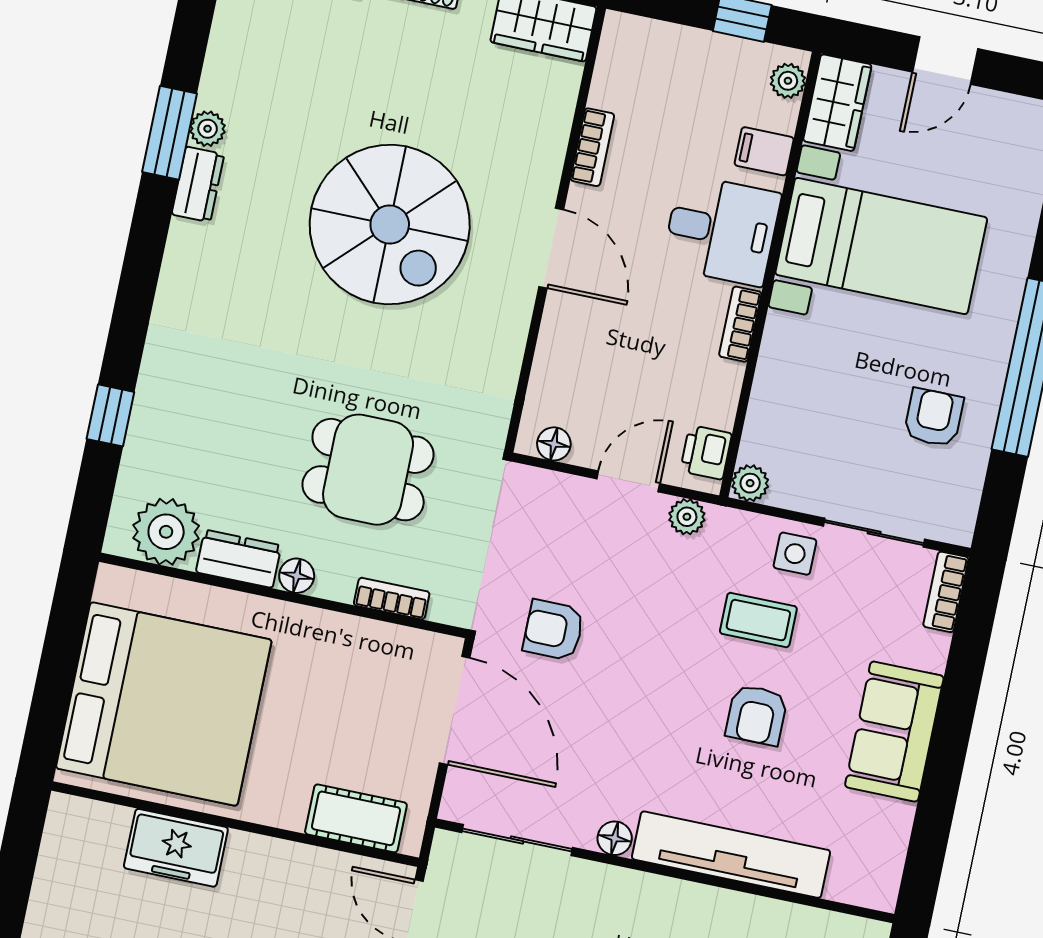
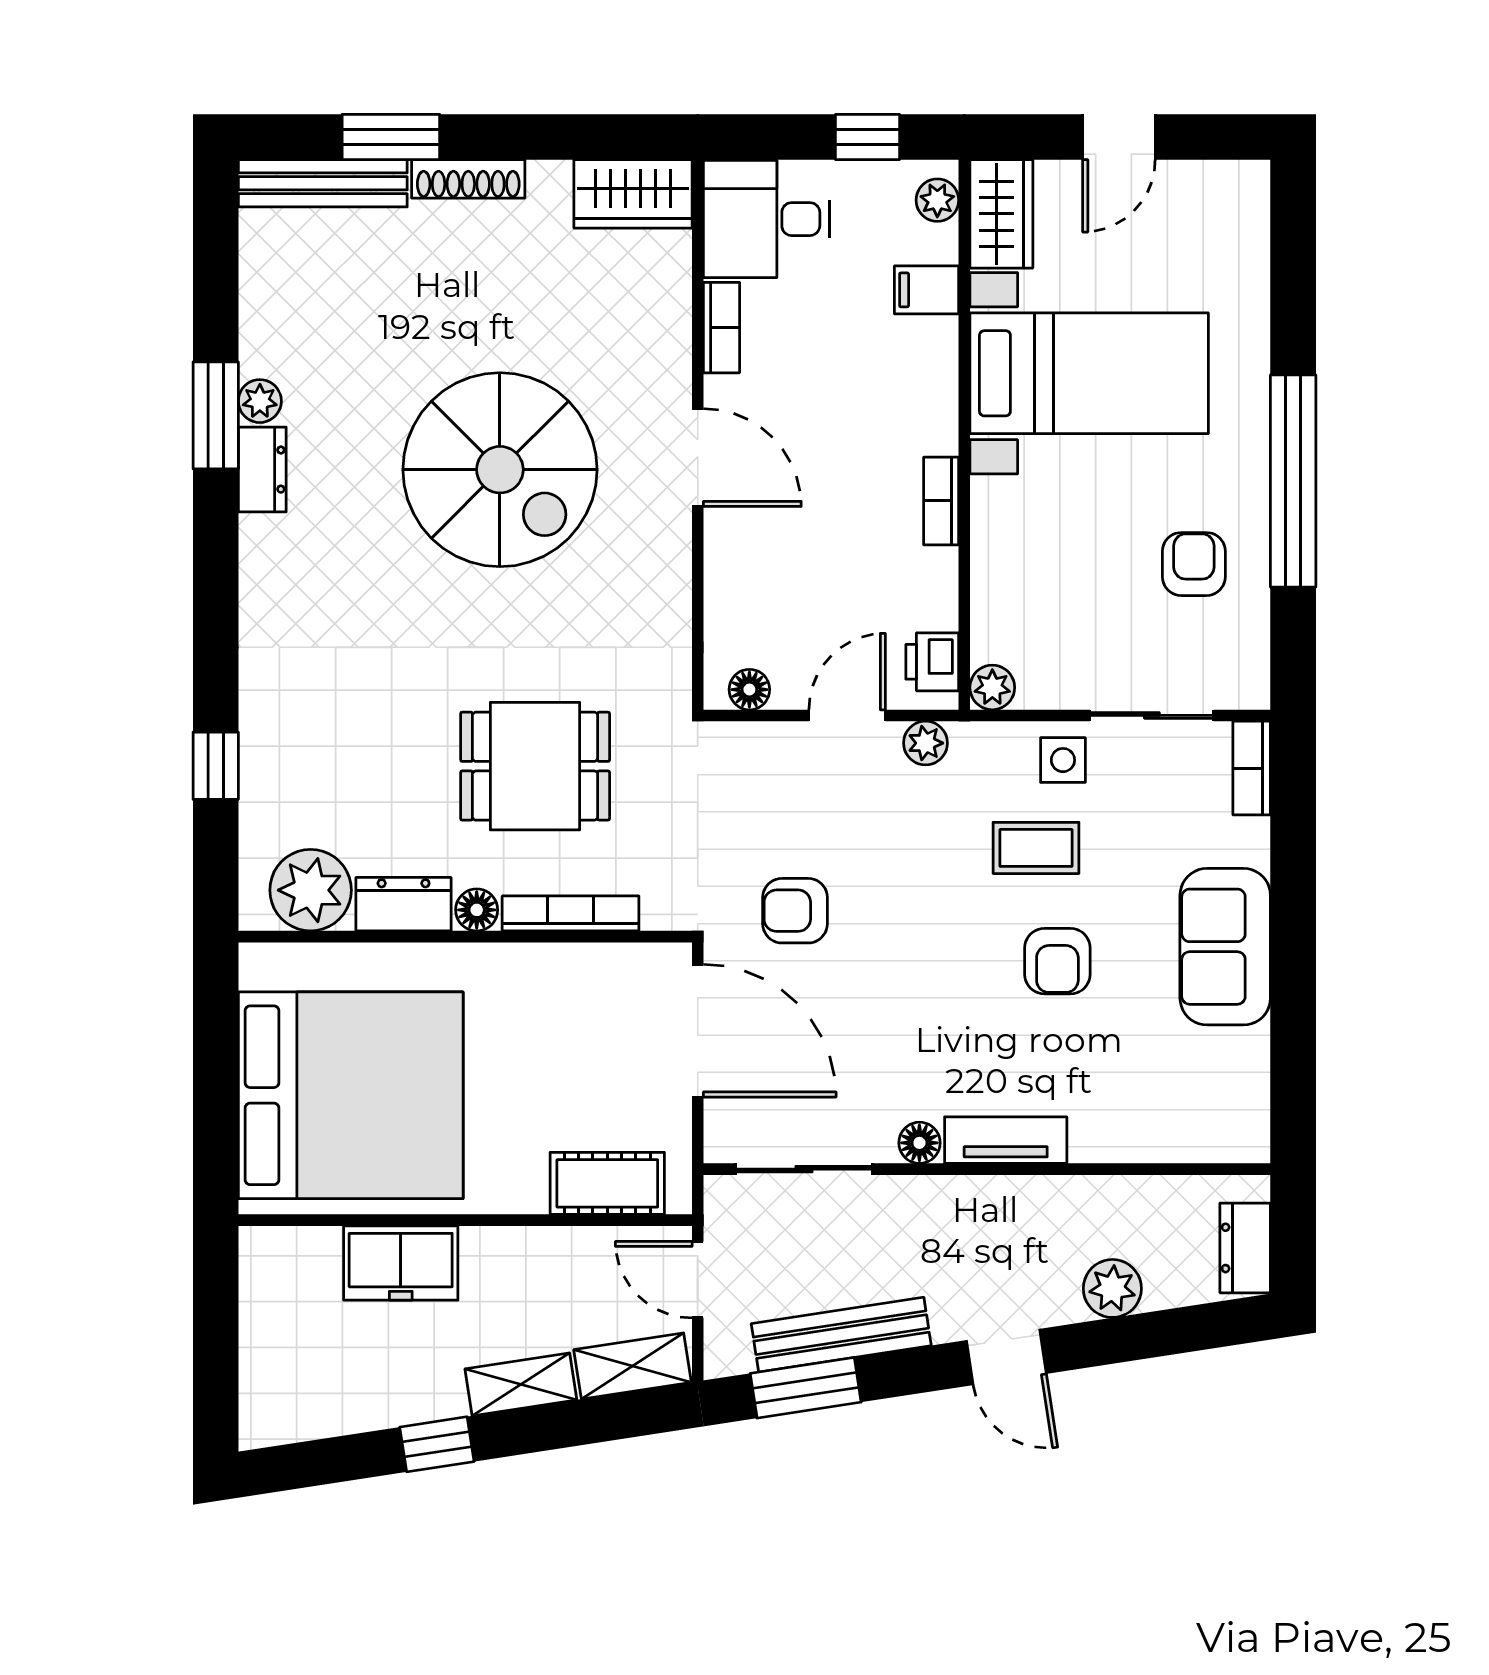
desk: (721, 230) -> (767, 219), moved, turned 180
bookcase: (392, 599) -> (571, 913), width x1.56
tv unit: (731, 855) -> (1006, 1140), width x0.52, depth x0.78

